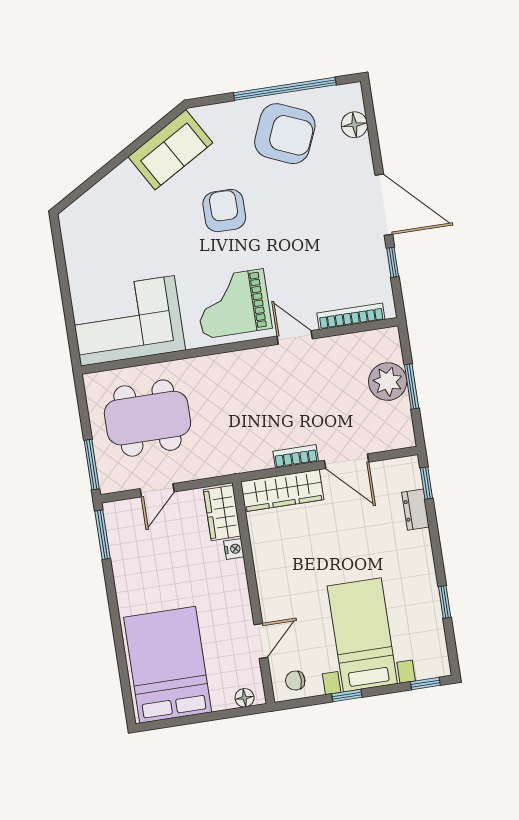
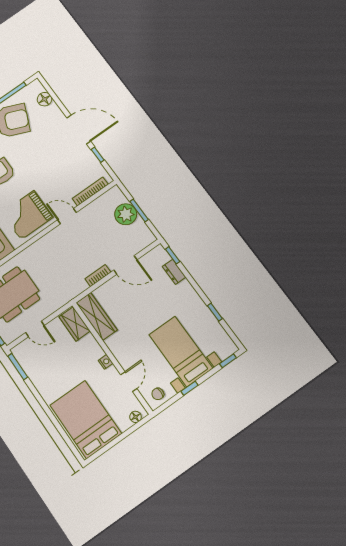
door: (157, 490) -> (35, 329), hinge flipped
wardrobe: (282, 491) -> (97, 316), moved, turned -90
nightstand: (234, 549) -> (106, 362), moved

